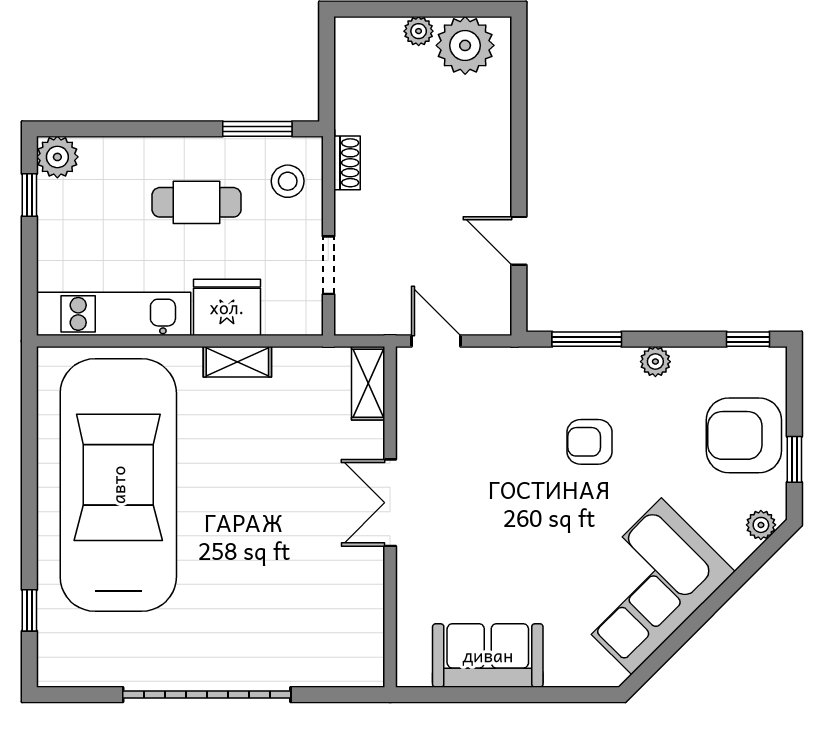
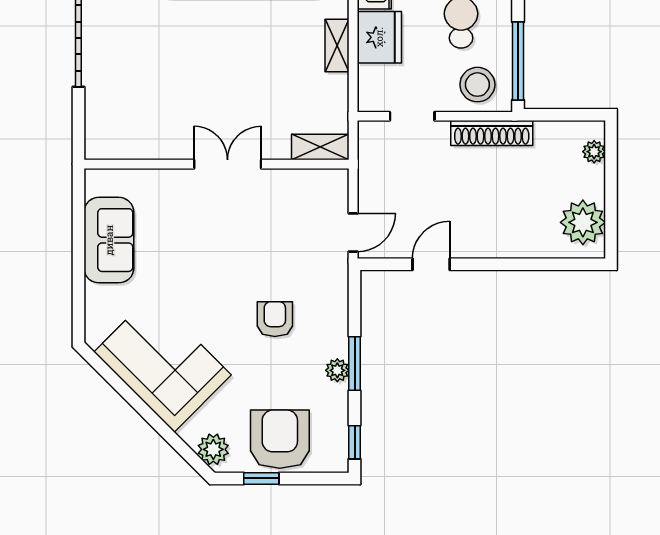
plant: (419, 31) -> (594, 152), moved
window: (257, 129) -> (518, 61), width x1.44
shoe rack: (347, 163) -> (492, 133), width x1.94, depth x1.24
stool: (288, 181) -> (477, 85), width x1.38, depth x1.38
window: (587, 339) -> (355, 364), moved
door: (436, 341) -> (353, 232), moved
plant: (761, 525) -> (213, 449), width x1.38, depth x1.38

